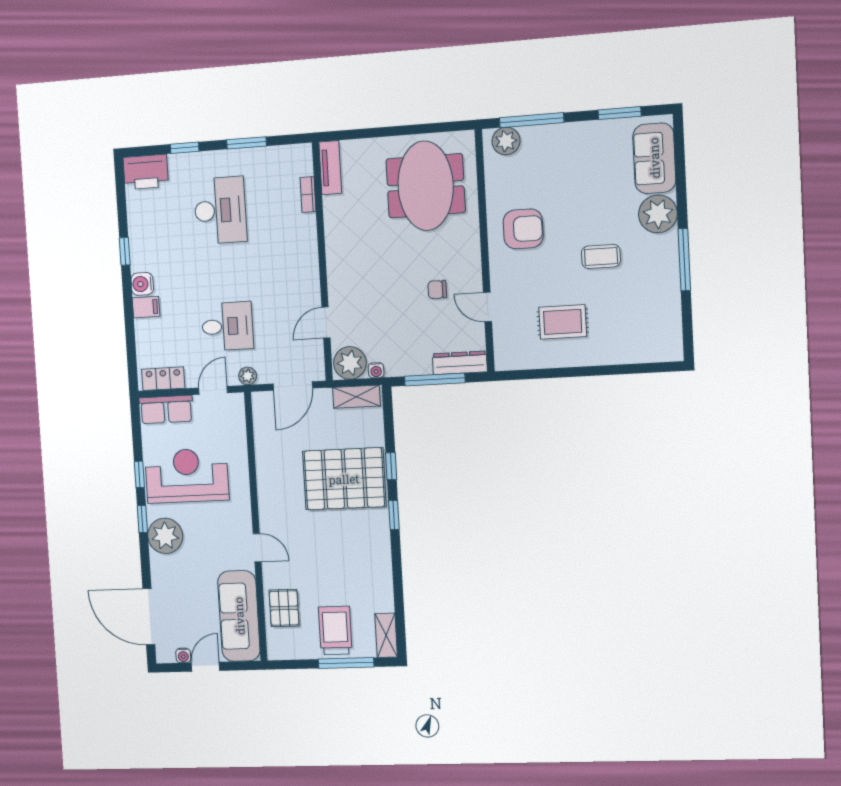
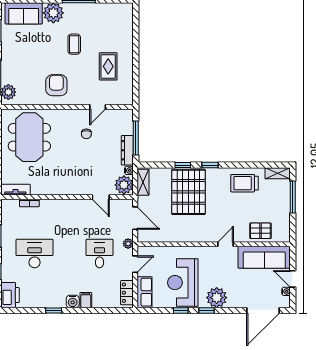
meeting table: (426, 186) -> (29, 137), turned 90
dresser: (460, 363) -> (127, 150), moved
door: (213, 390) -> (135, 264), swing flipped
trolley: (335, 630) -> (244, 183), moved

